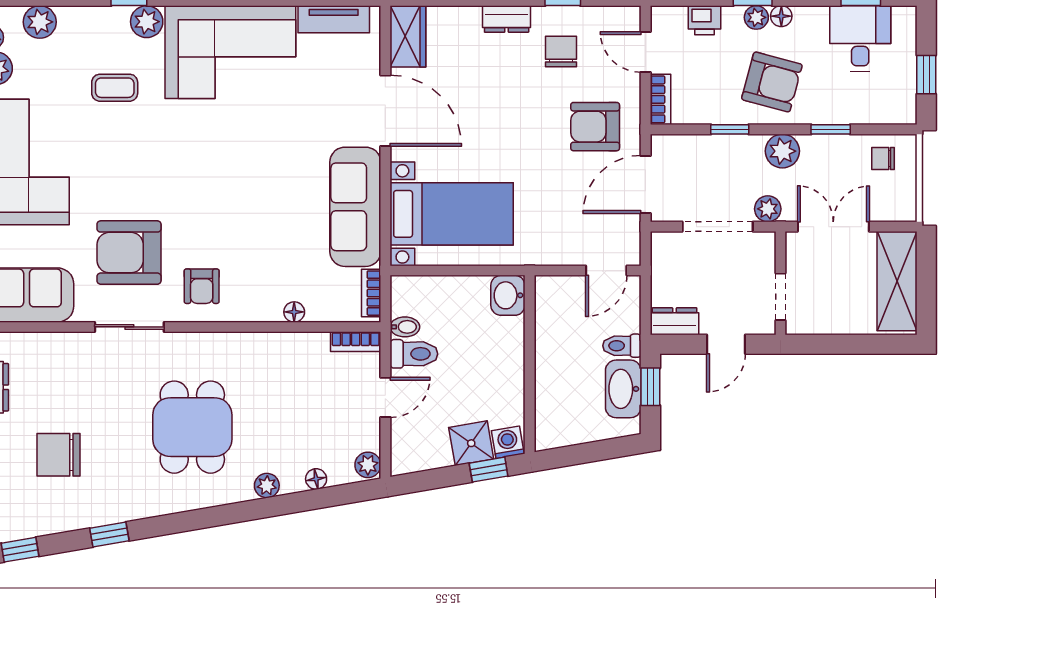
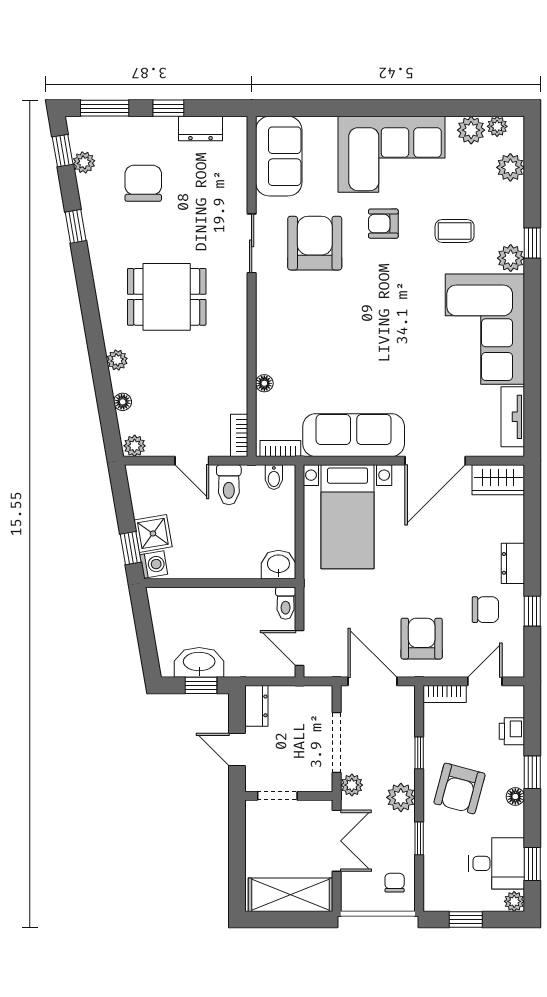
plant: (756, 17) -> (514, 901), moved
coffee table: (115, 88) -> (455, 231), turned 90
armchair: (202, 286) -> (383, 224), moved
bidet: (405, 327) -> (274, 477), moved
toilet: (622, 346) -> (286, 603), moved, turned 180
plant: (34, 525) -> (84, 162), added

